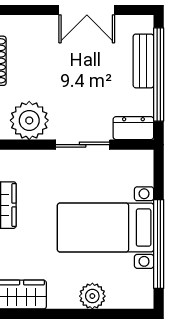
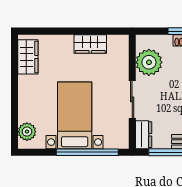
window: (159, 244) -> (87, 152), moved
plant: (92, 296) -> (27, 132), moved

